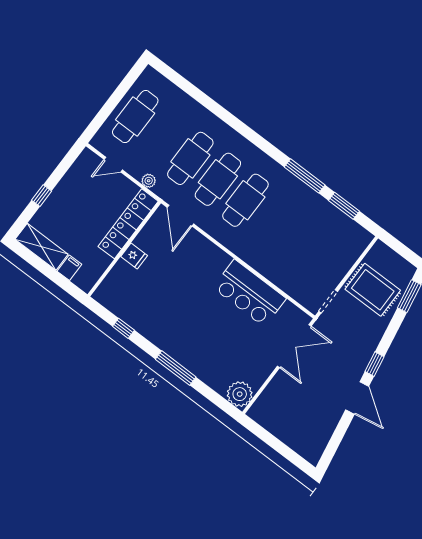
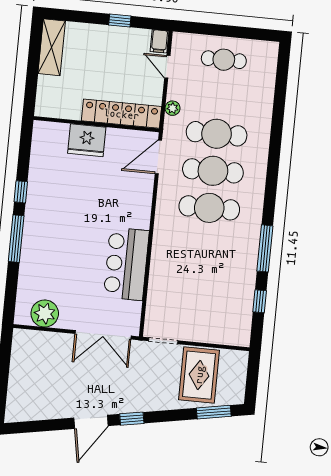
cafe table: (135, 117) -> (224, 60), width x0.73, depth x0.74
window: (42, 196) -> (120, 21), moved
window: (344, 206) -> (260, 301), width x0.67
fridge: (134, 256) -> (87, 140), width x1.88, depth x1.34
filing cabinet: (69, 268) -> (160, 41), moved, turned 90
window: (123, 328) -> (21, 192), moved
plant: (240, 394) -> (45, 314), moved

